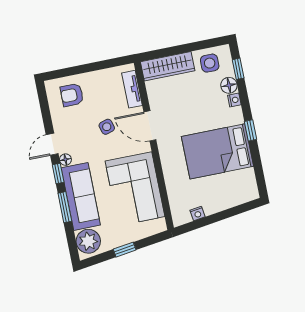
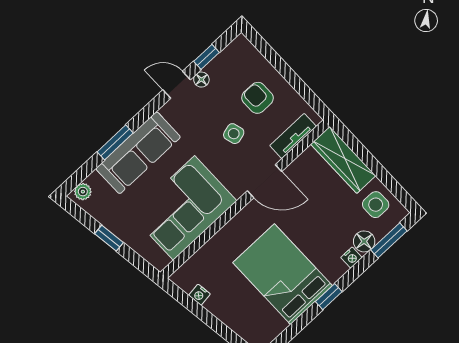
window: (238, 69) -> (389, 240), width x1.50
armchair: (72, 95) -> (258, 98), moved
door: (150, 126) -> (264, 181), swing flipped
floor lamp: (65, 160) -> (201, 80), moved
window: (58, 173) -> (206, 57), moved
plant: (88, 241) -> (83, 192), width x0.53, depth x0.53

